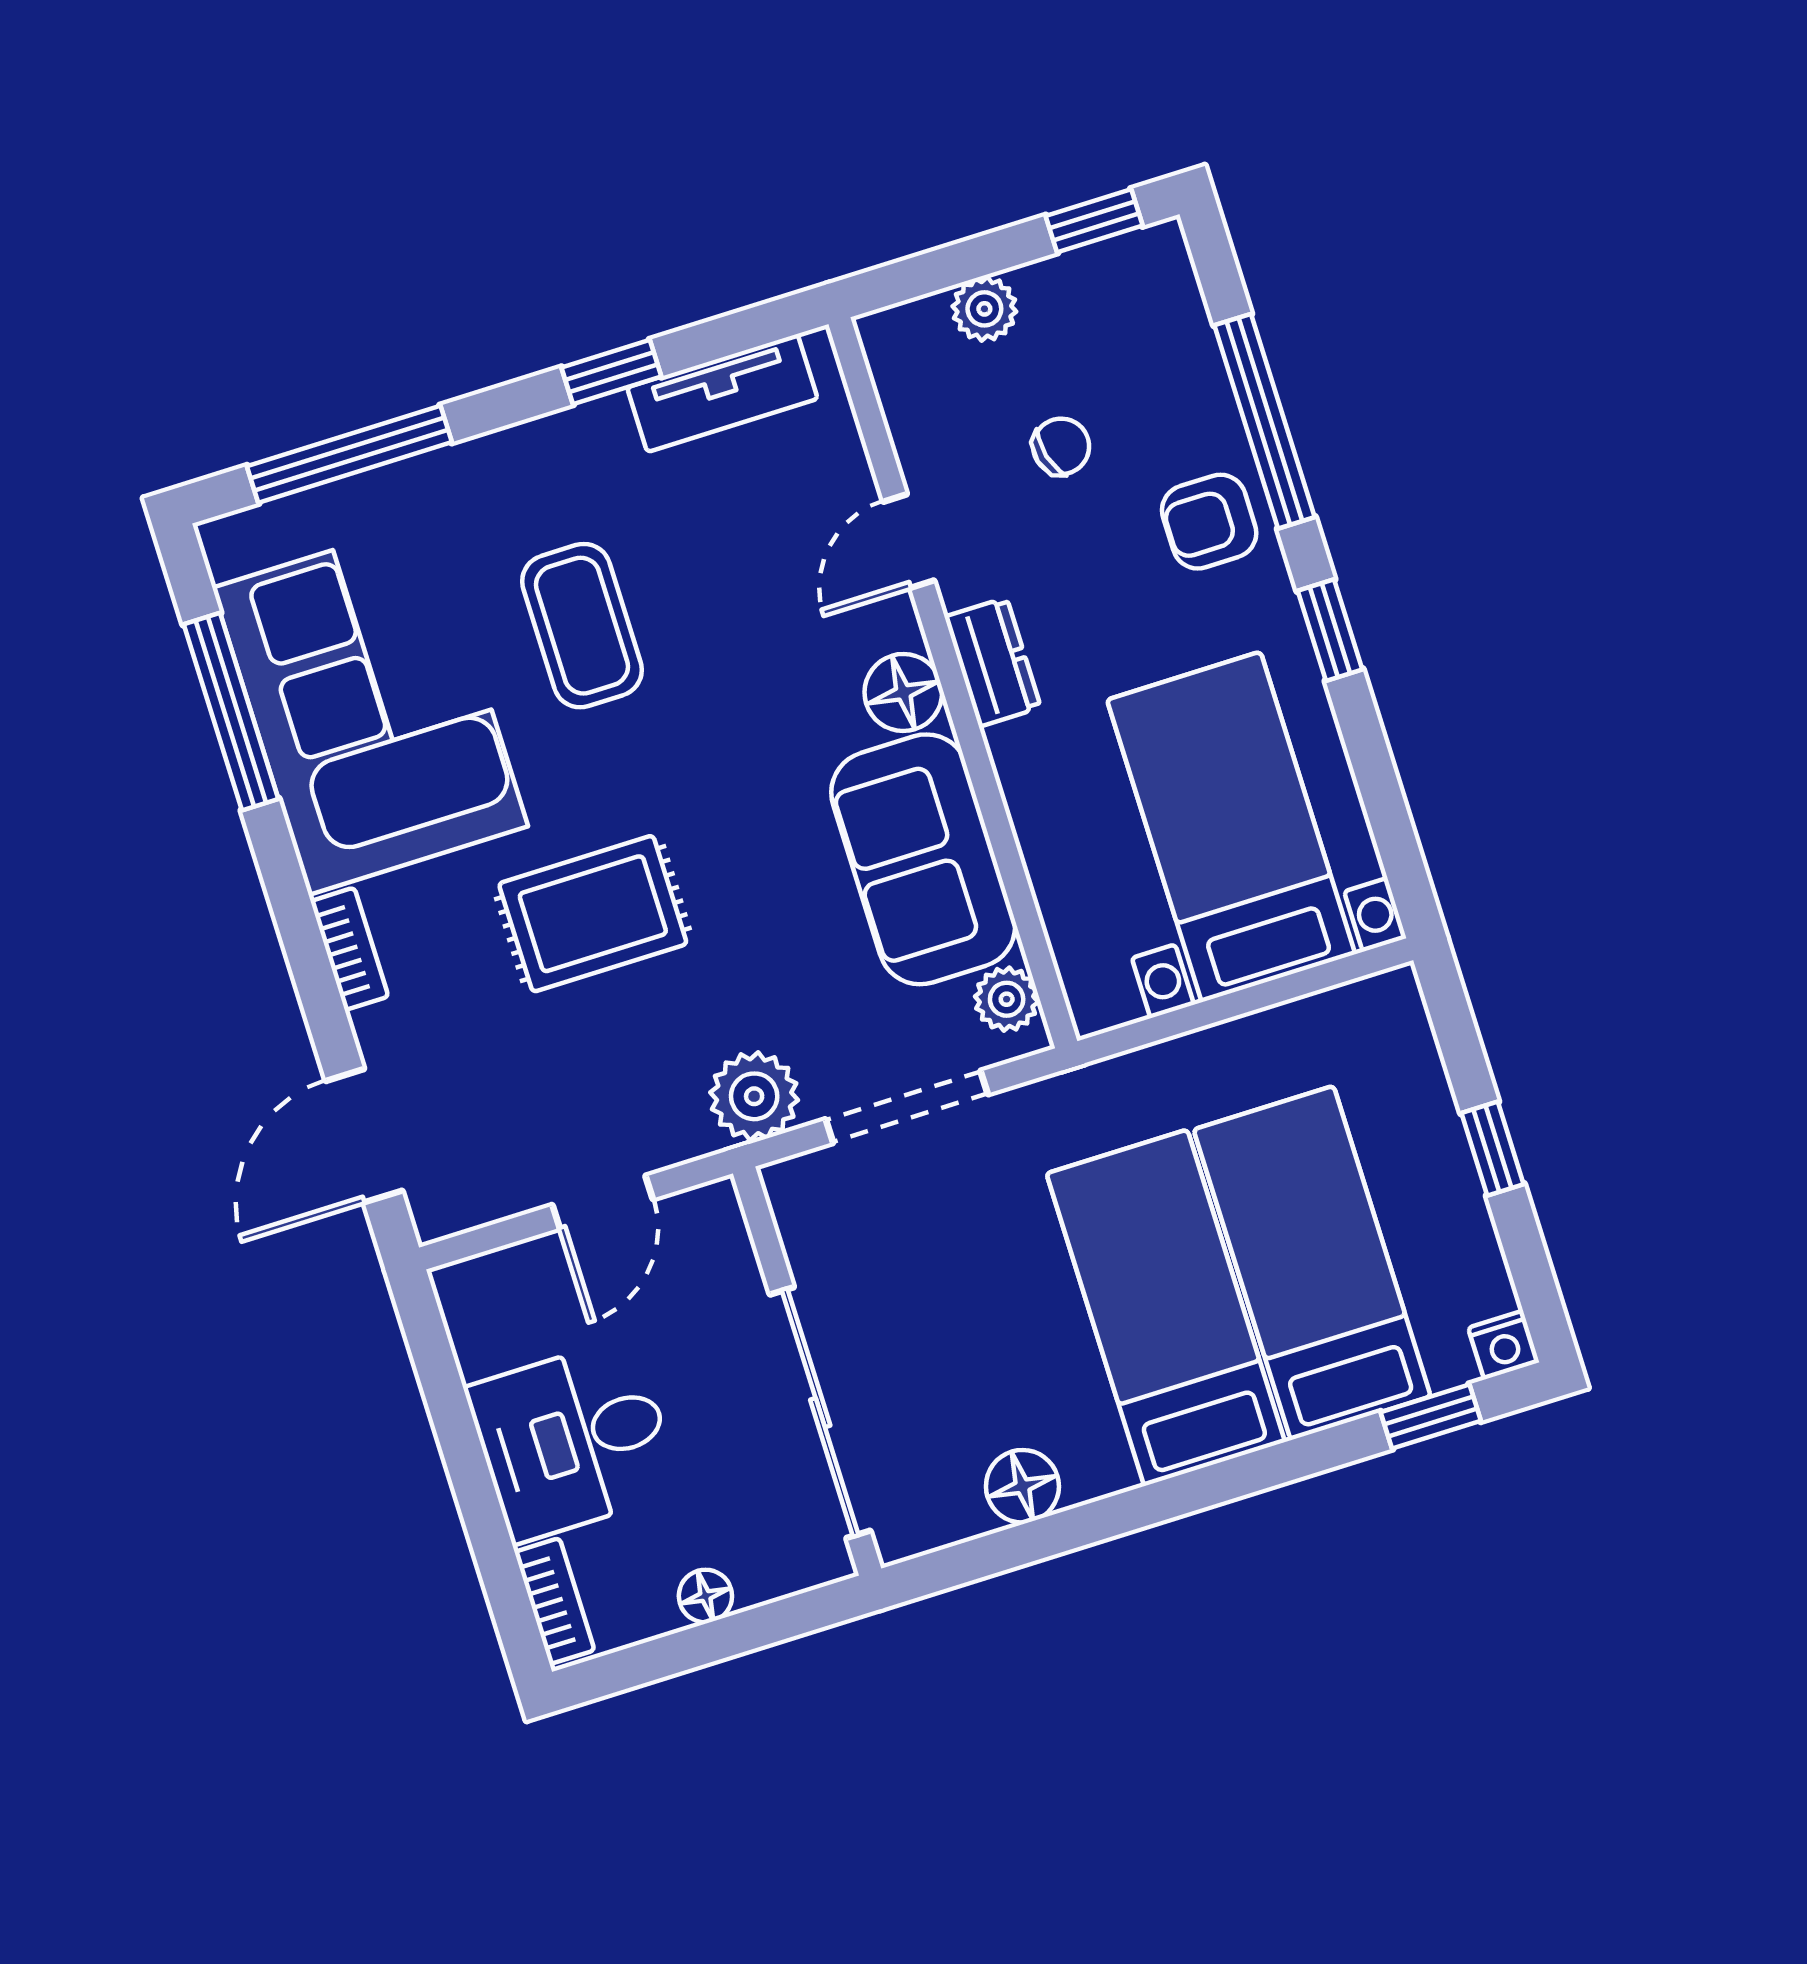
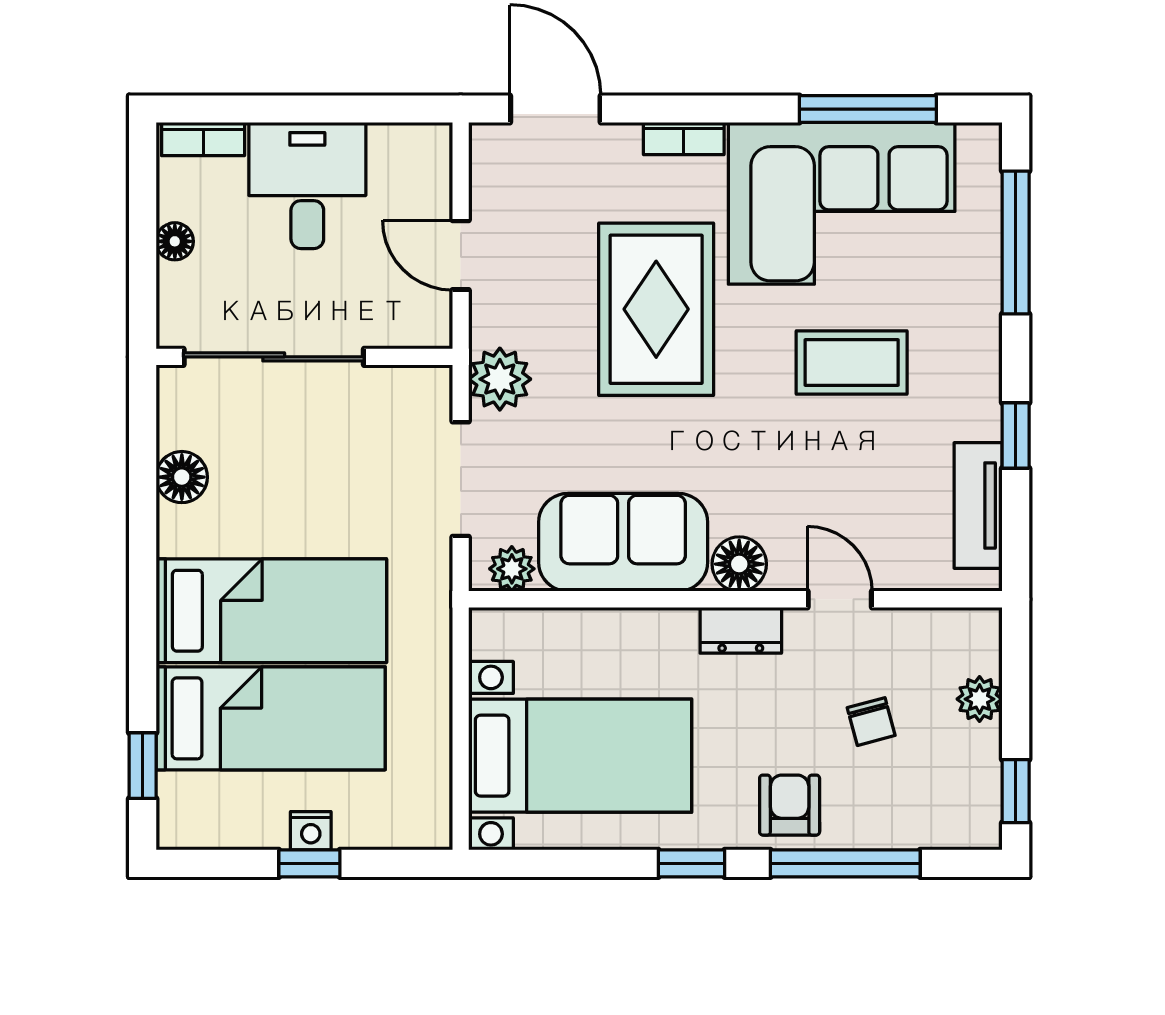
rug: (593, 914) -> (656, 309), width x1.36, depth x1.43
nightstand: (1504, 1345) -> (311, 831), moved, turned -90

